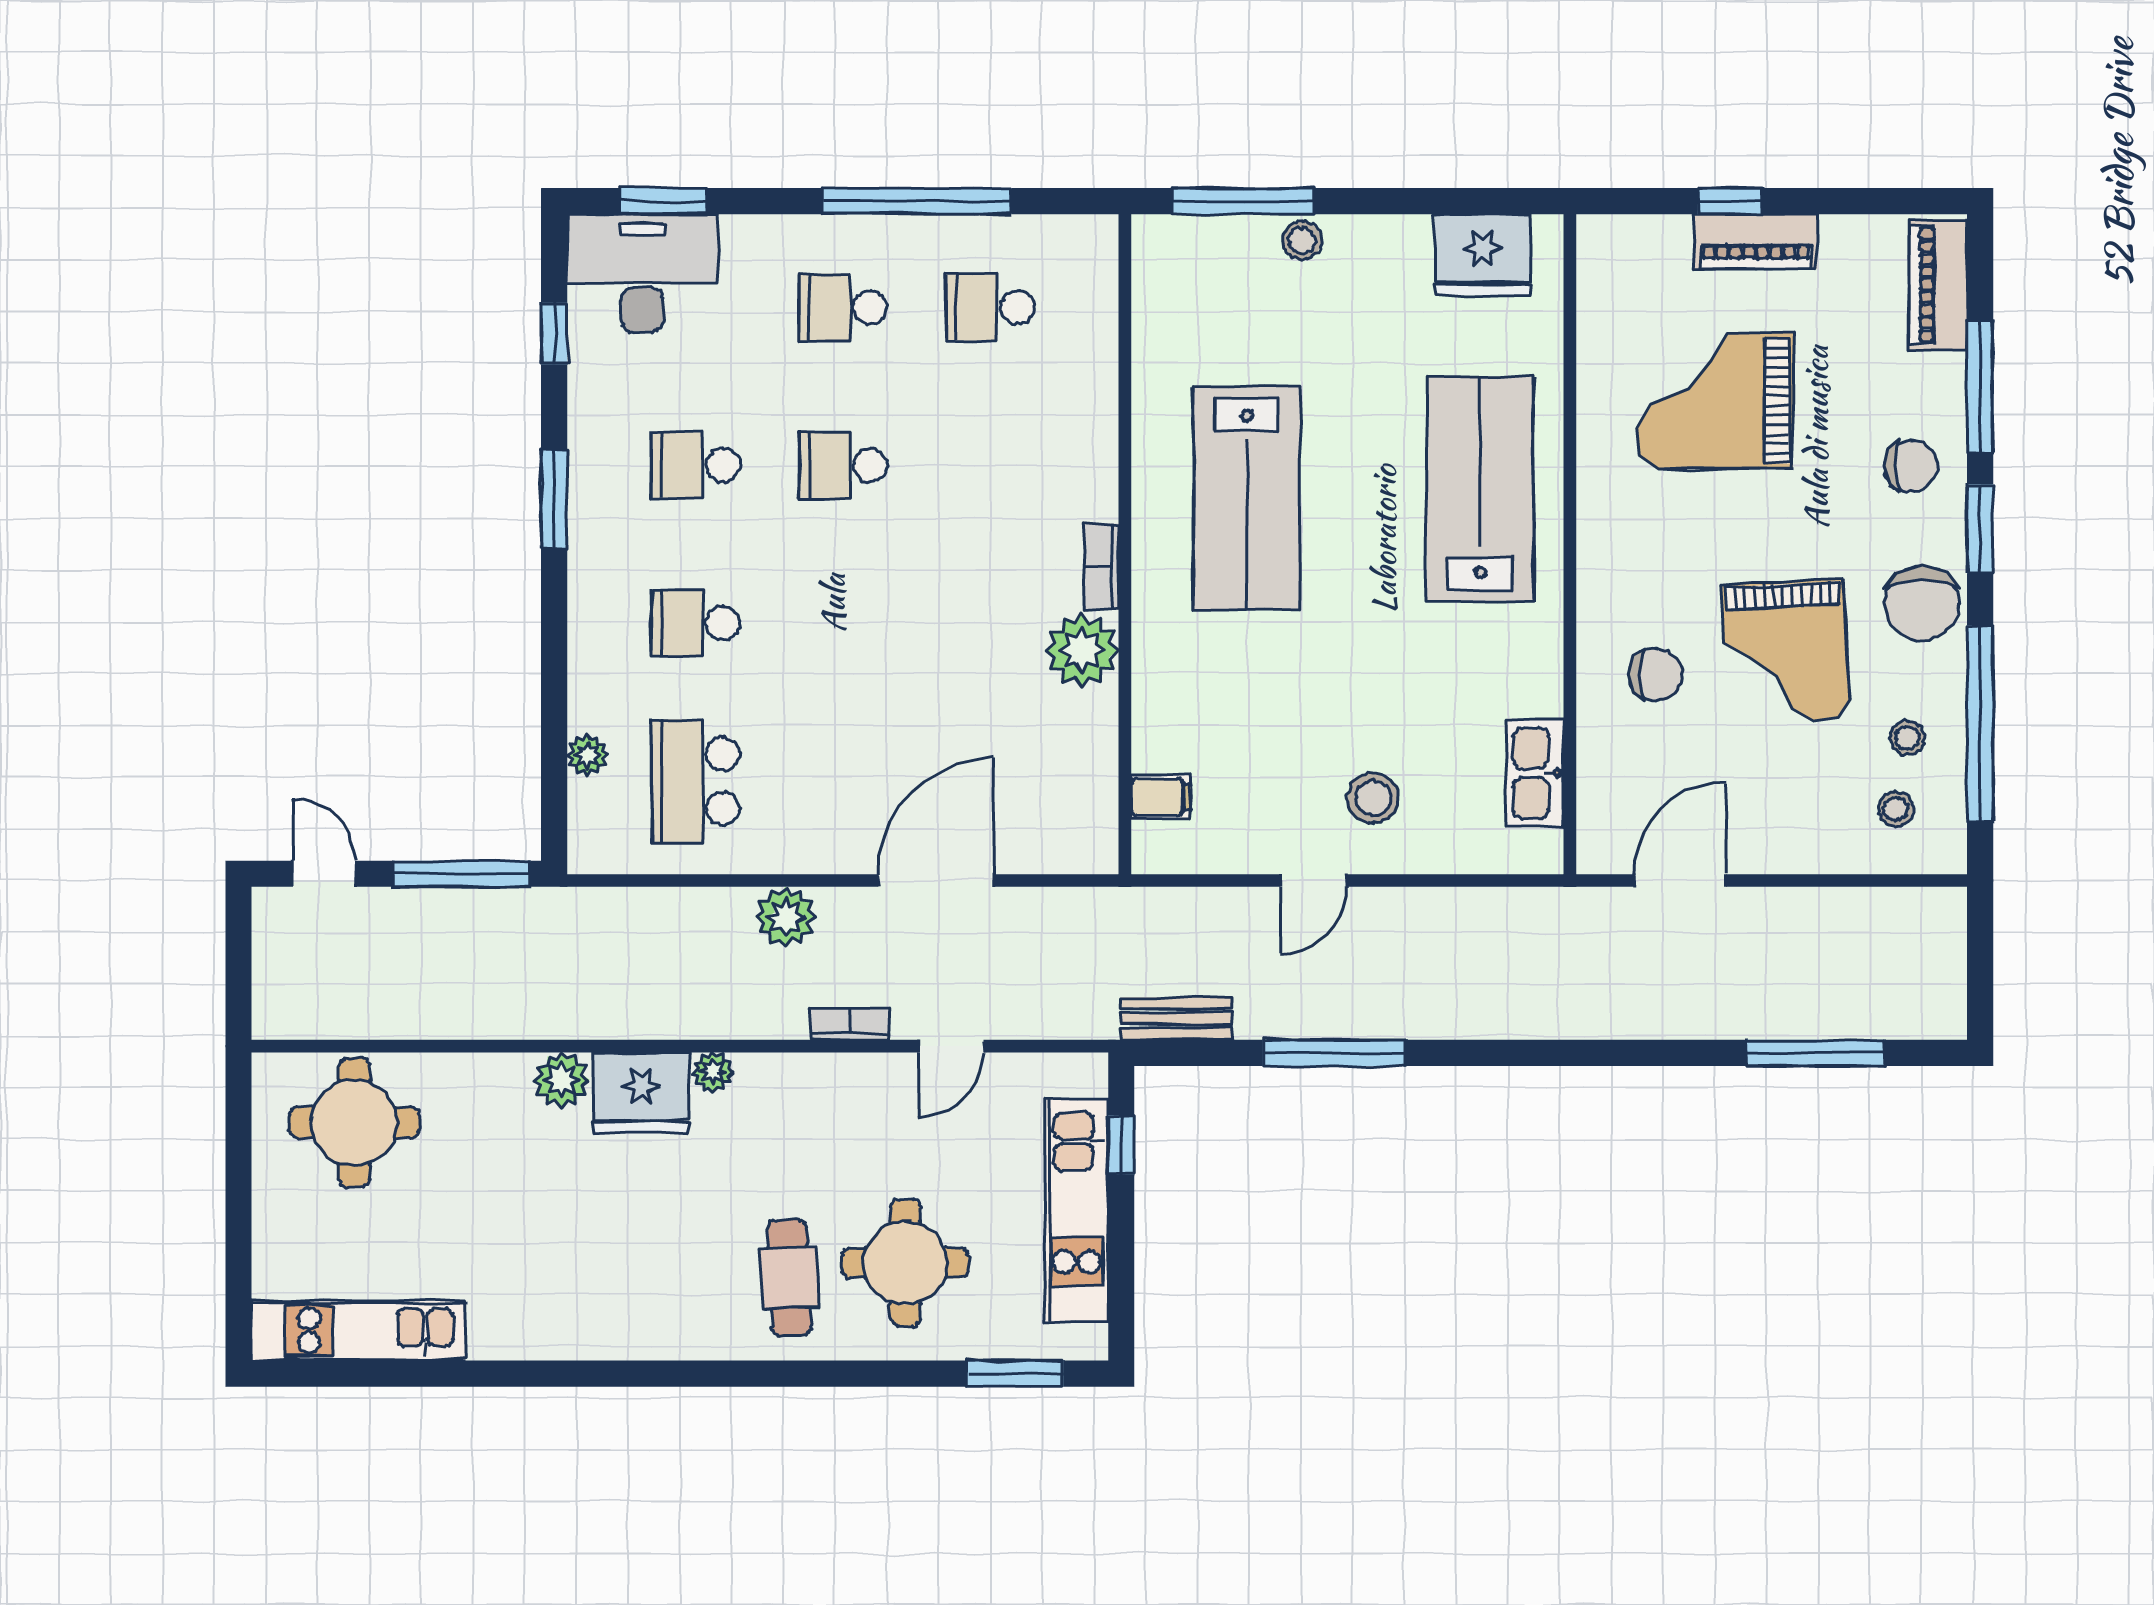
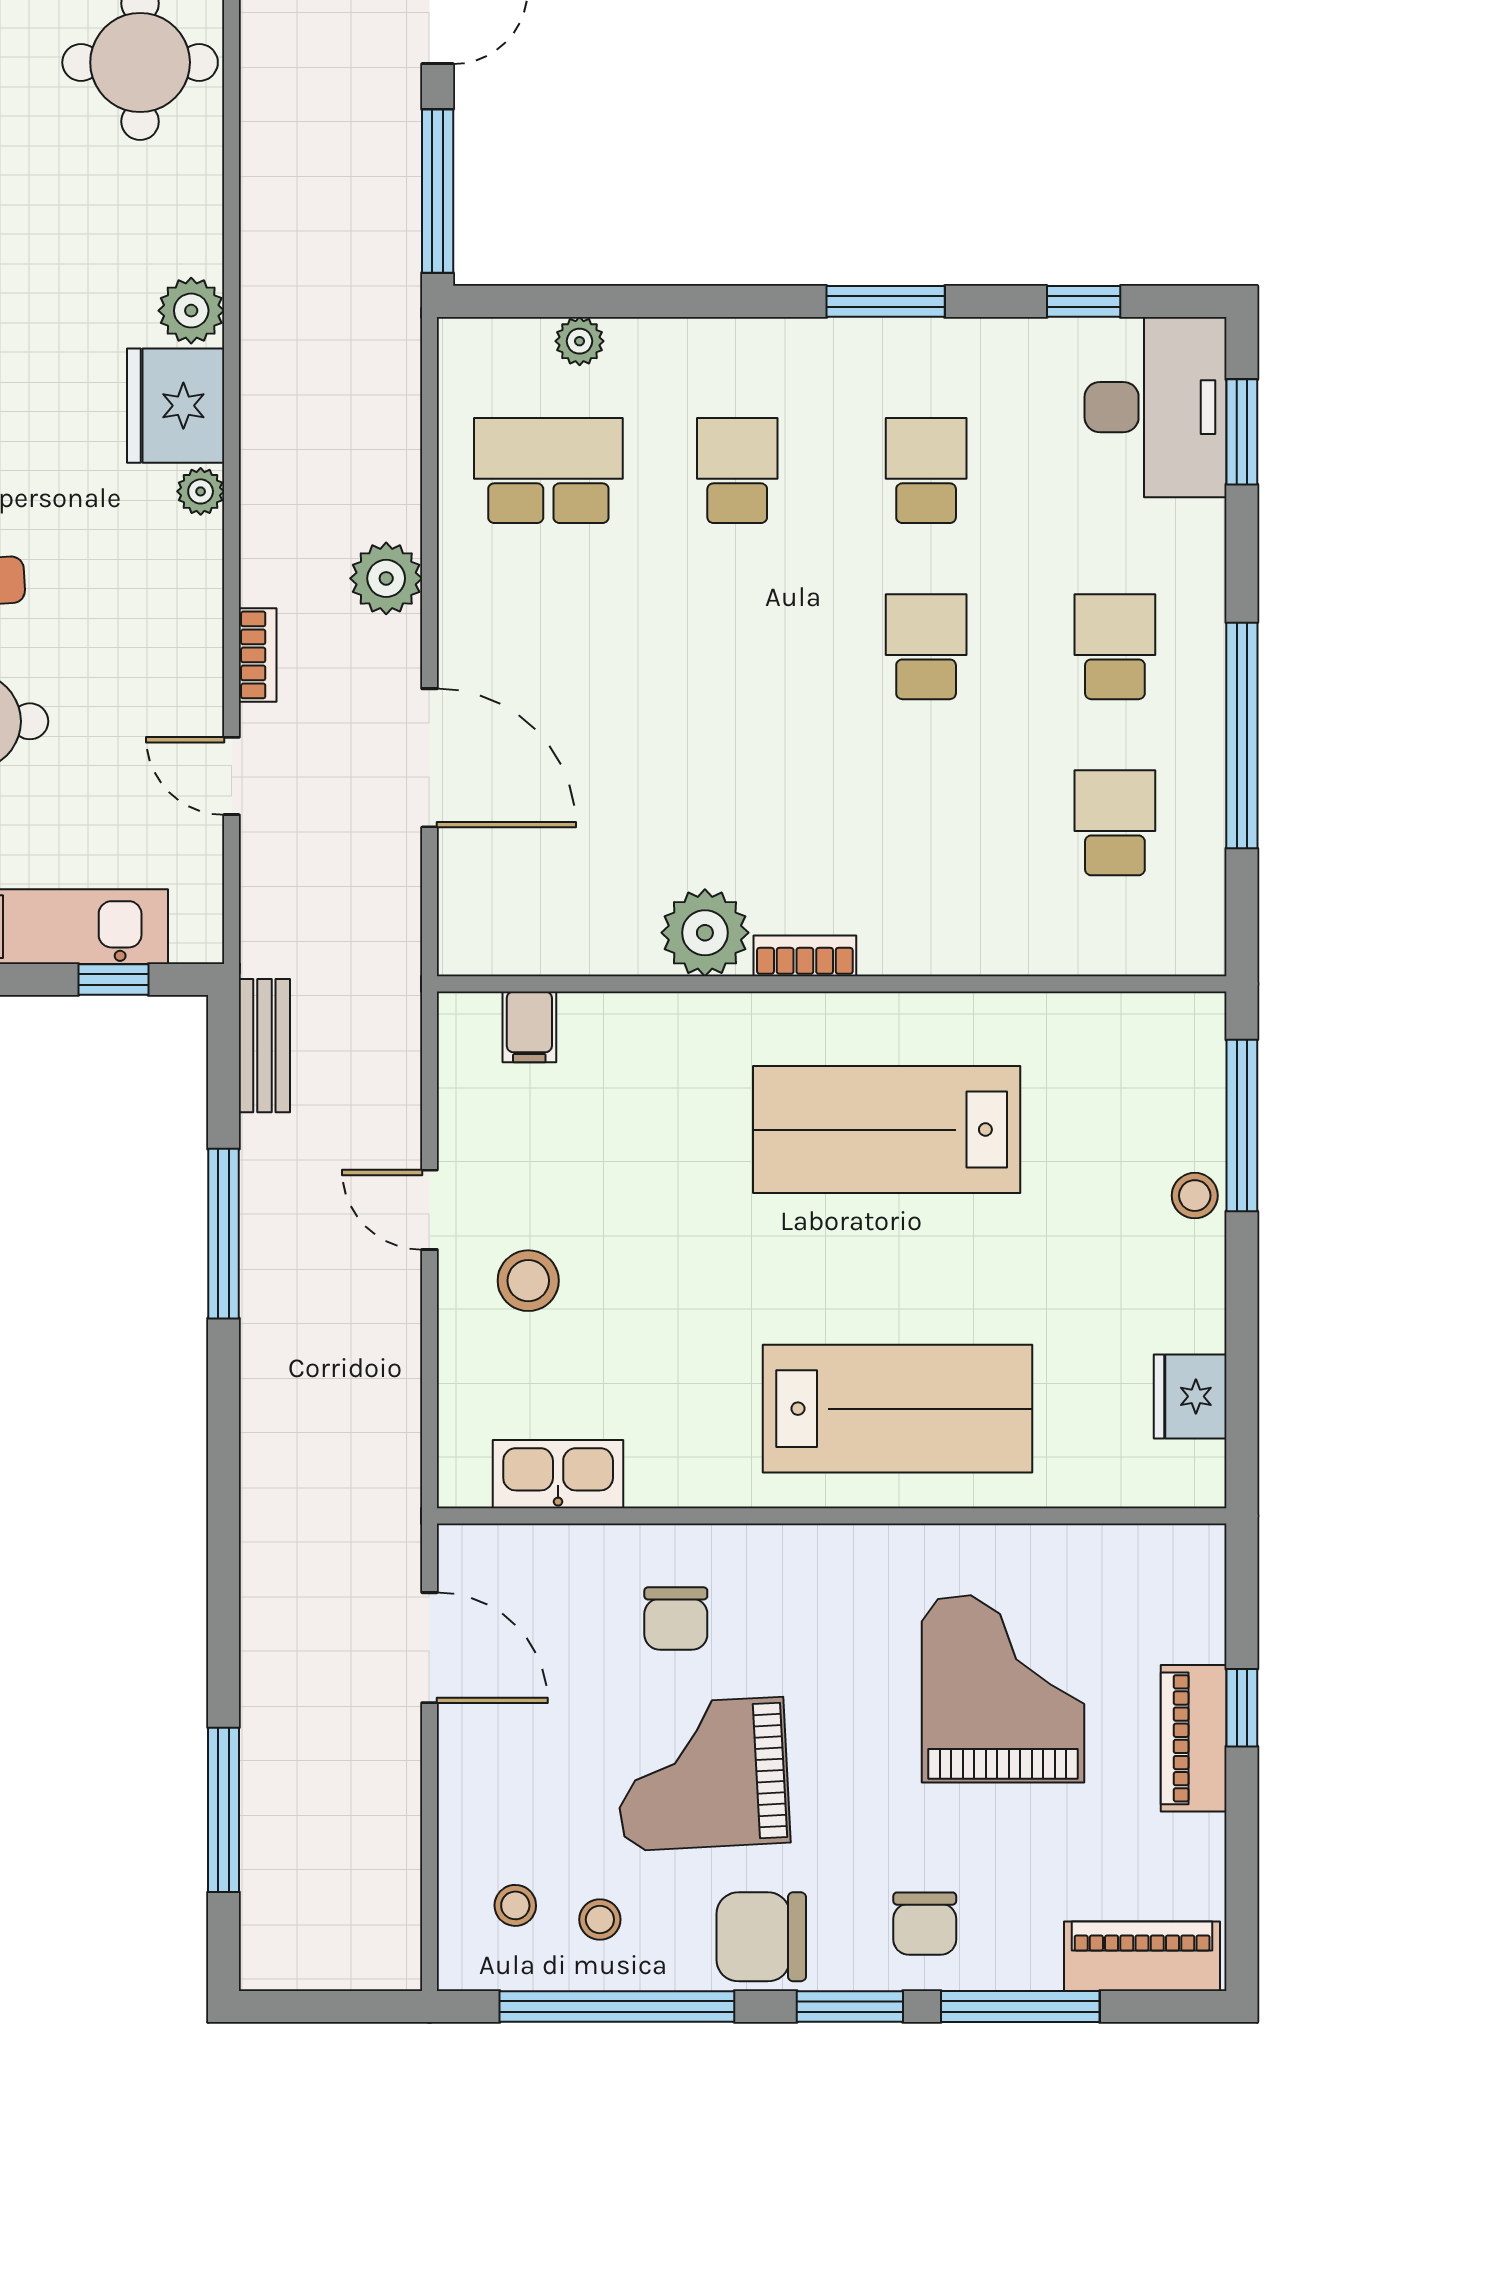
fridge: (1483, 255) -> (1190, 1396), width x0.73, depth x0.75

